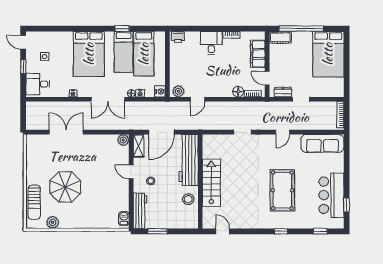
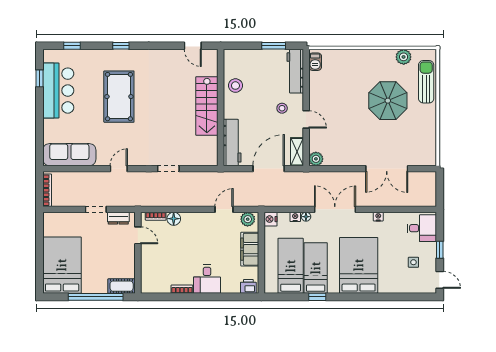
filing cabinet: (258, 54) -> (250, 249), moved, turned 180
workbench: (189, 160) -> (232, 143), width x0.73, depth x0.76

